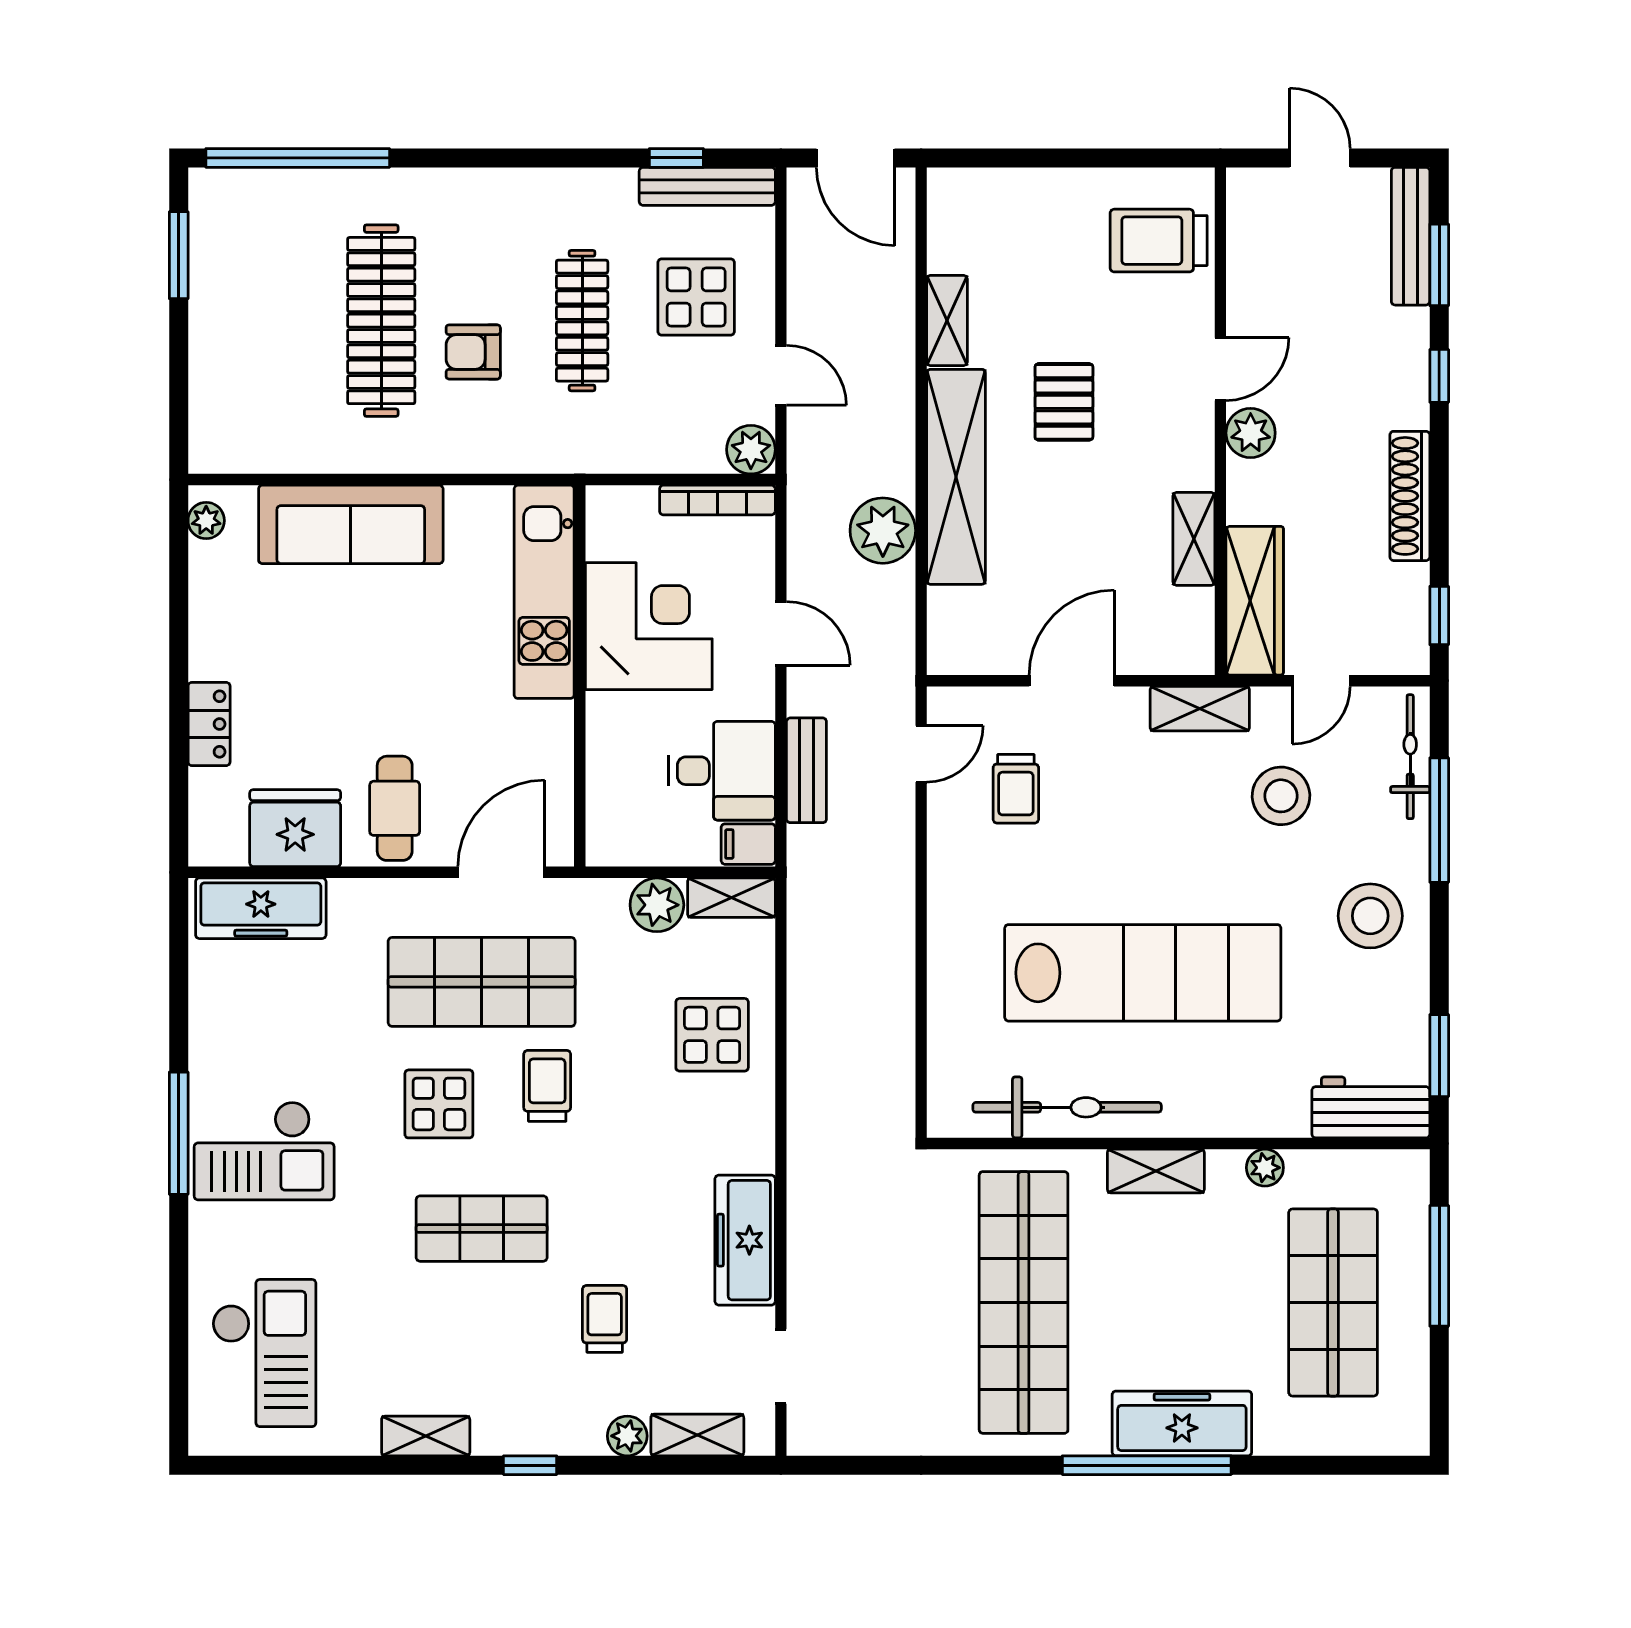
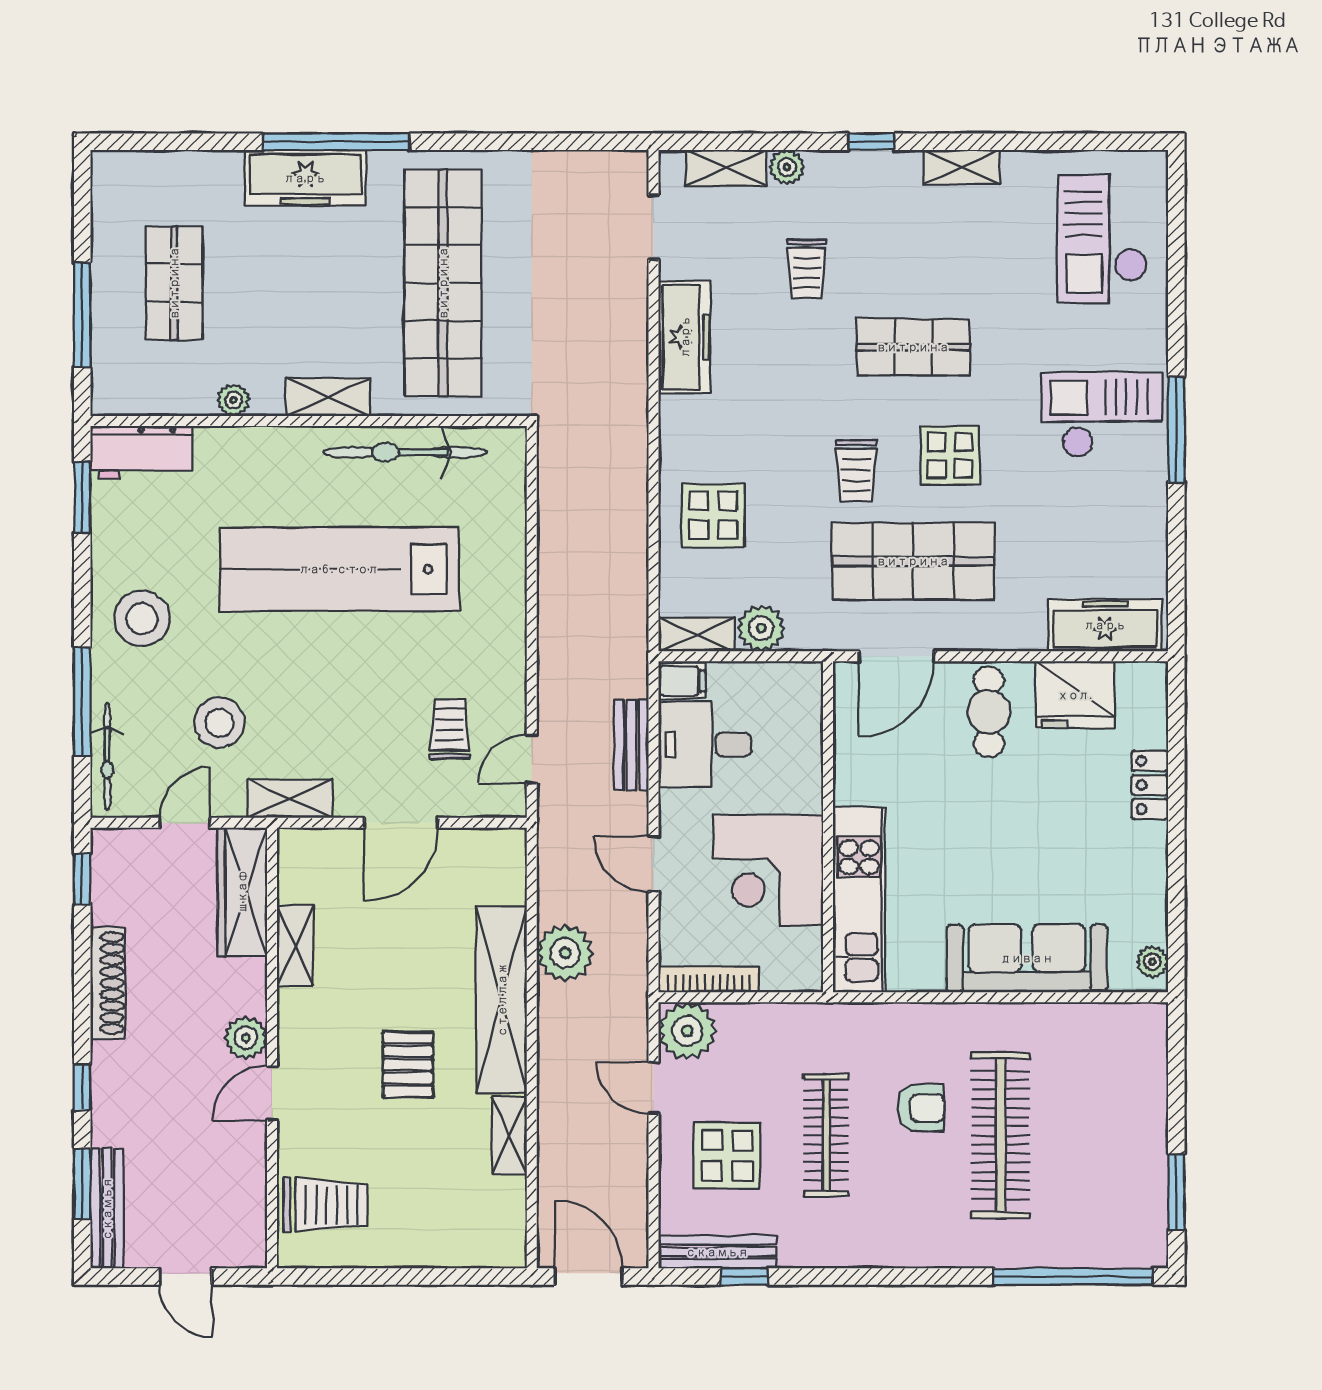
plant: (751, 450) -> (687, 1031), width x1.36, depth x1.36
shop shelf: (1333, 1302) -> (174, 283), width x0.70, depth x0.74

